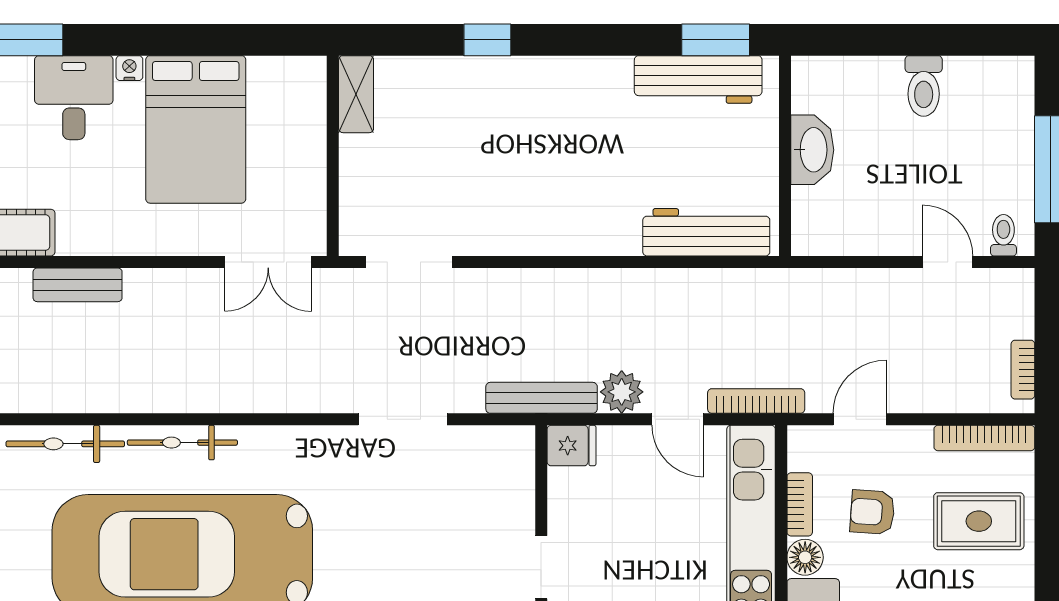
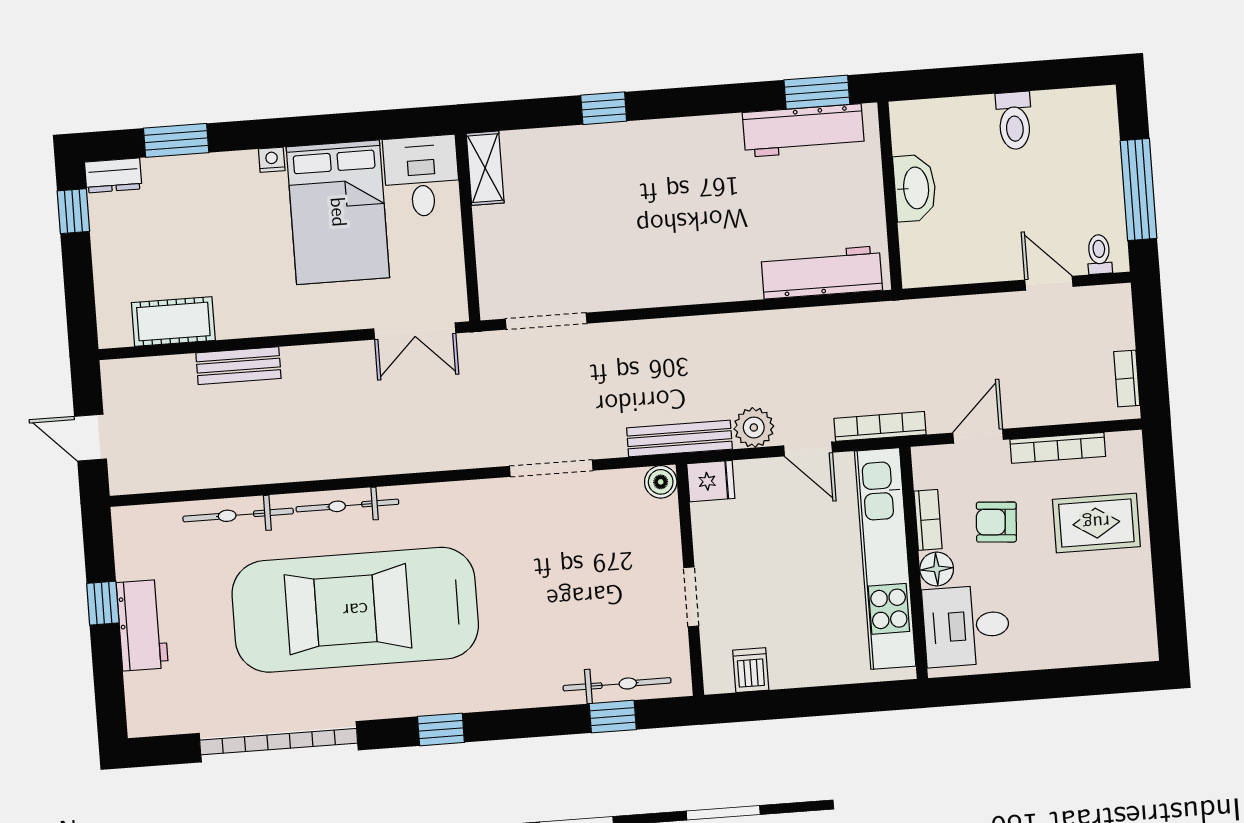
desk: (74, 98) -> (422, 176), moved
bookcase: (984, 438) -> (1058, 448), moved
boiler: (518, 442) -> (661, 482), added

